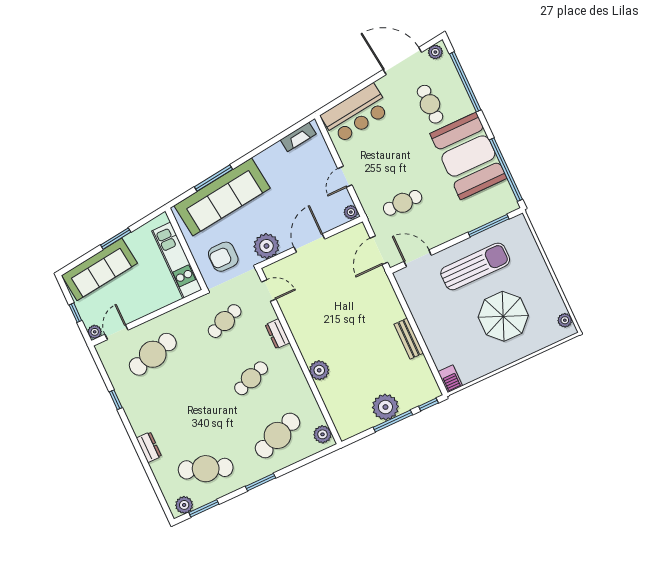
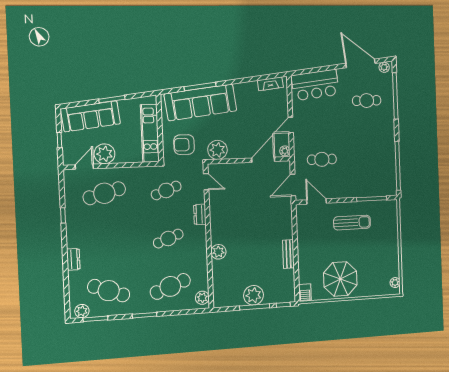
cafe table: (430, 104) -> (367, 101), turned 90
booth: (468, 156) -> (377, 146), removed
door: (309, 243) -> (263, 160), moved
sun lounger: (475, 266) -> (352, 223), width x0.73, depth x0.75
parasol: (503, 316) -> (340, 279), moved
plant: (95, 332) -> (105, 154), moved, width x1.88, depth x1.88

